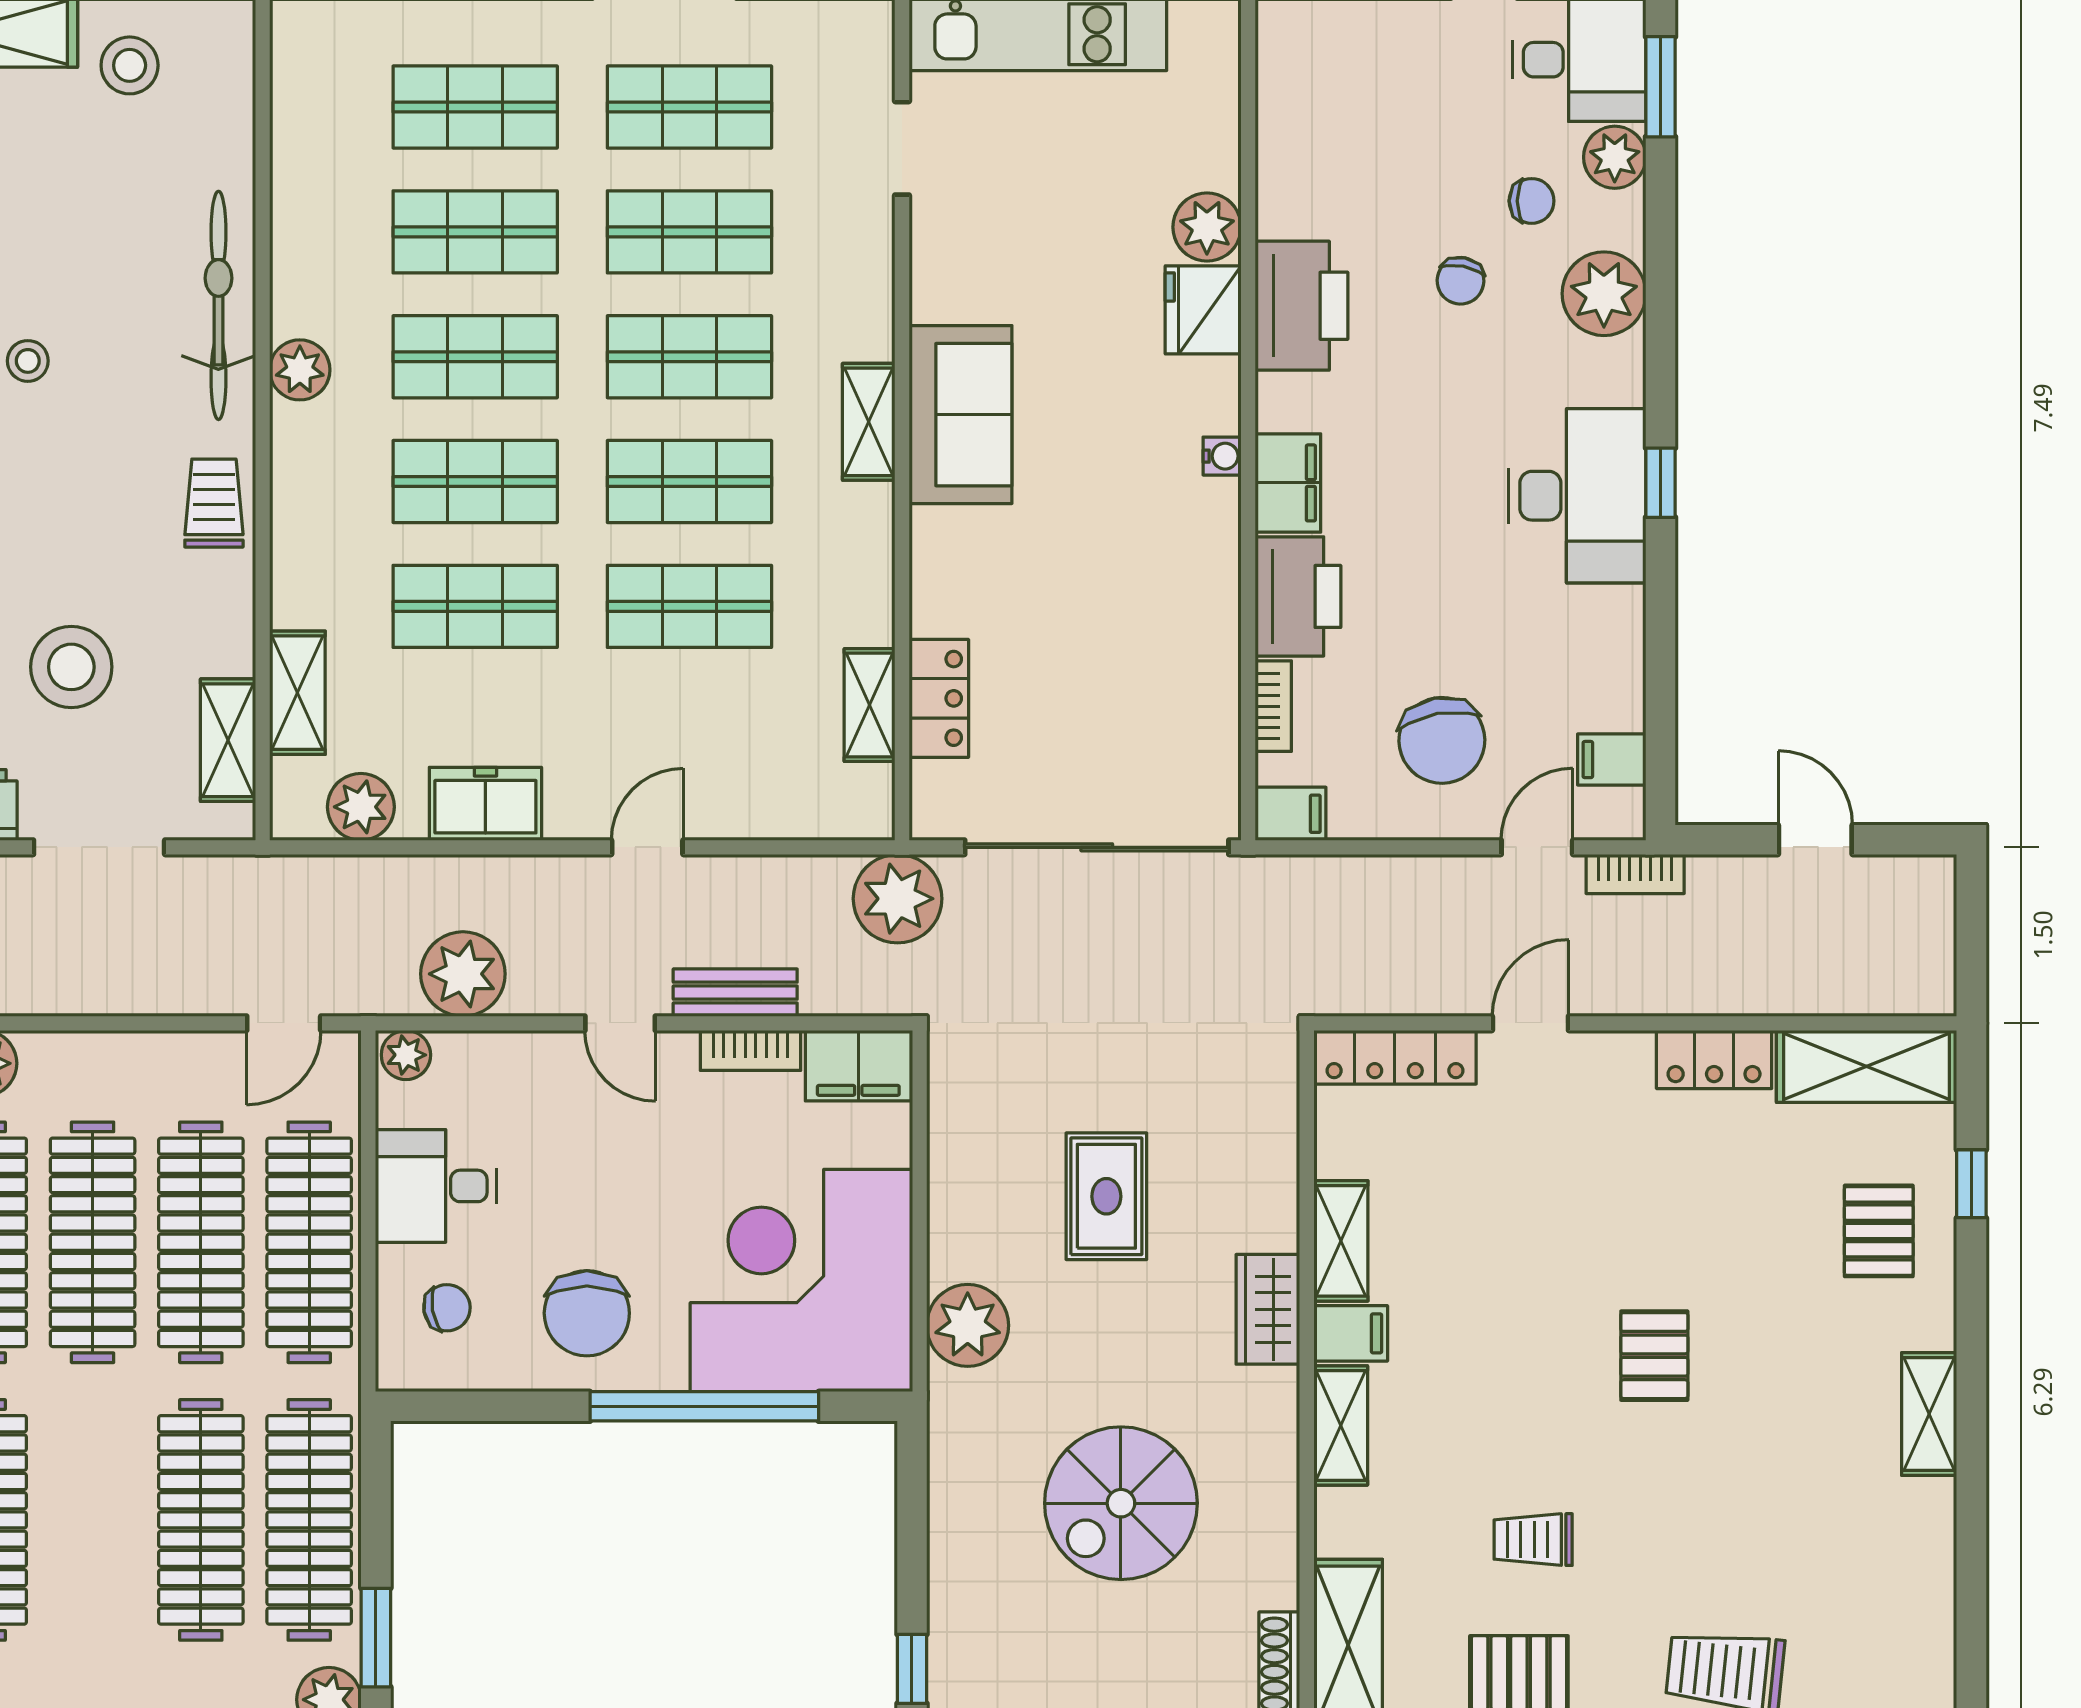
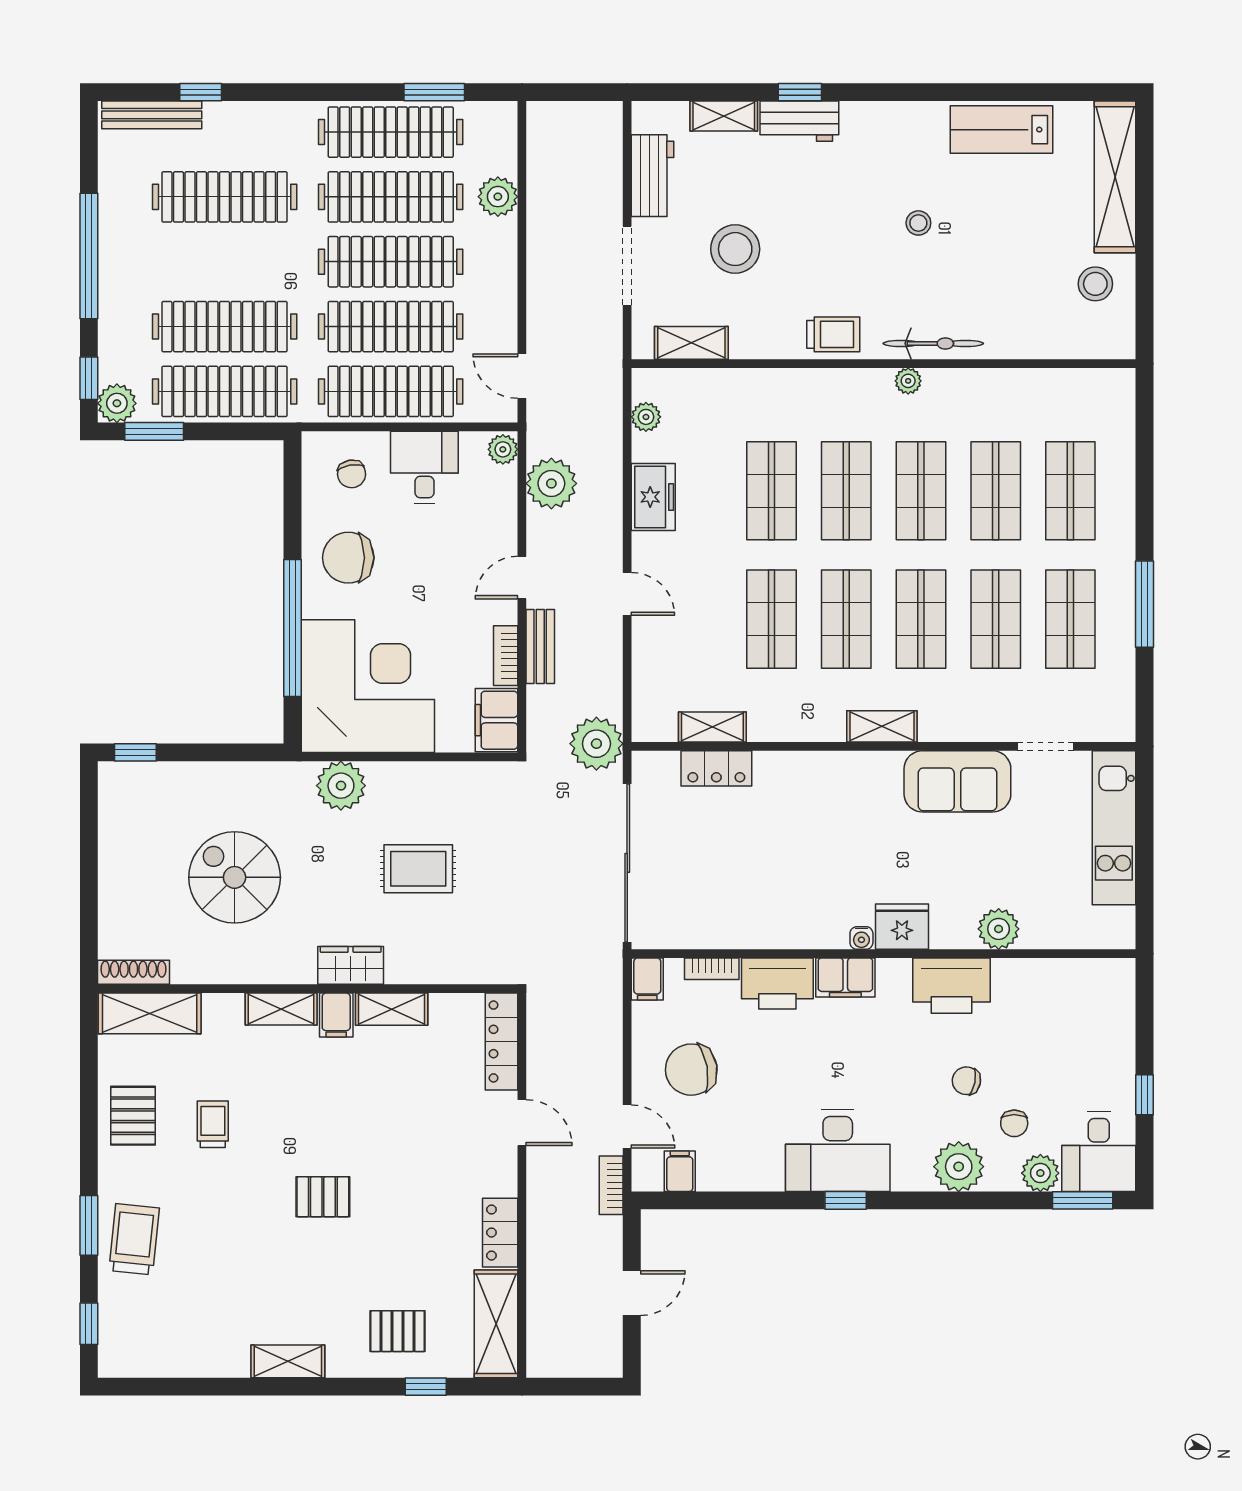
bicycle: (218, 305) -> (933, 343), width x0.73, depth x0.71
fridge: (1203, 310) -> (902, 927), moved
plant: (300, 370) -> (908, 381), width x0.73, depth x0.73
sofa: (961, 415) -> (957, 781), moved
shelving: (297, 693) -> (720, 384), removed
plant: (361, 807) -> (646, 417), width x0.73, depth x0.73

